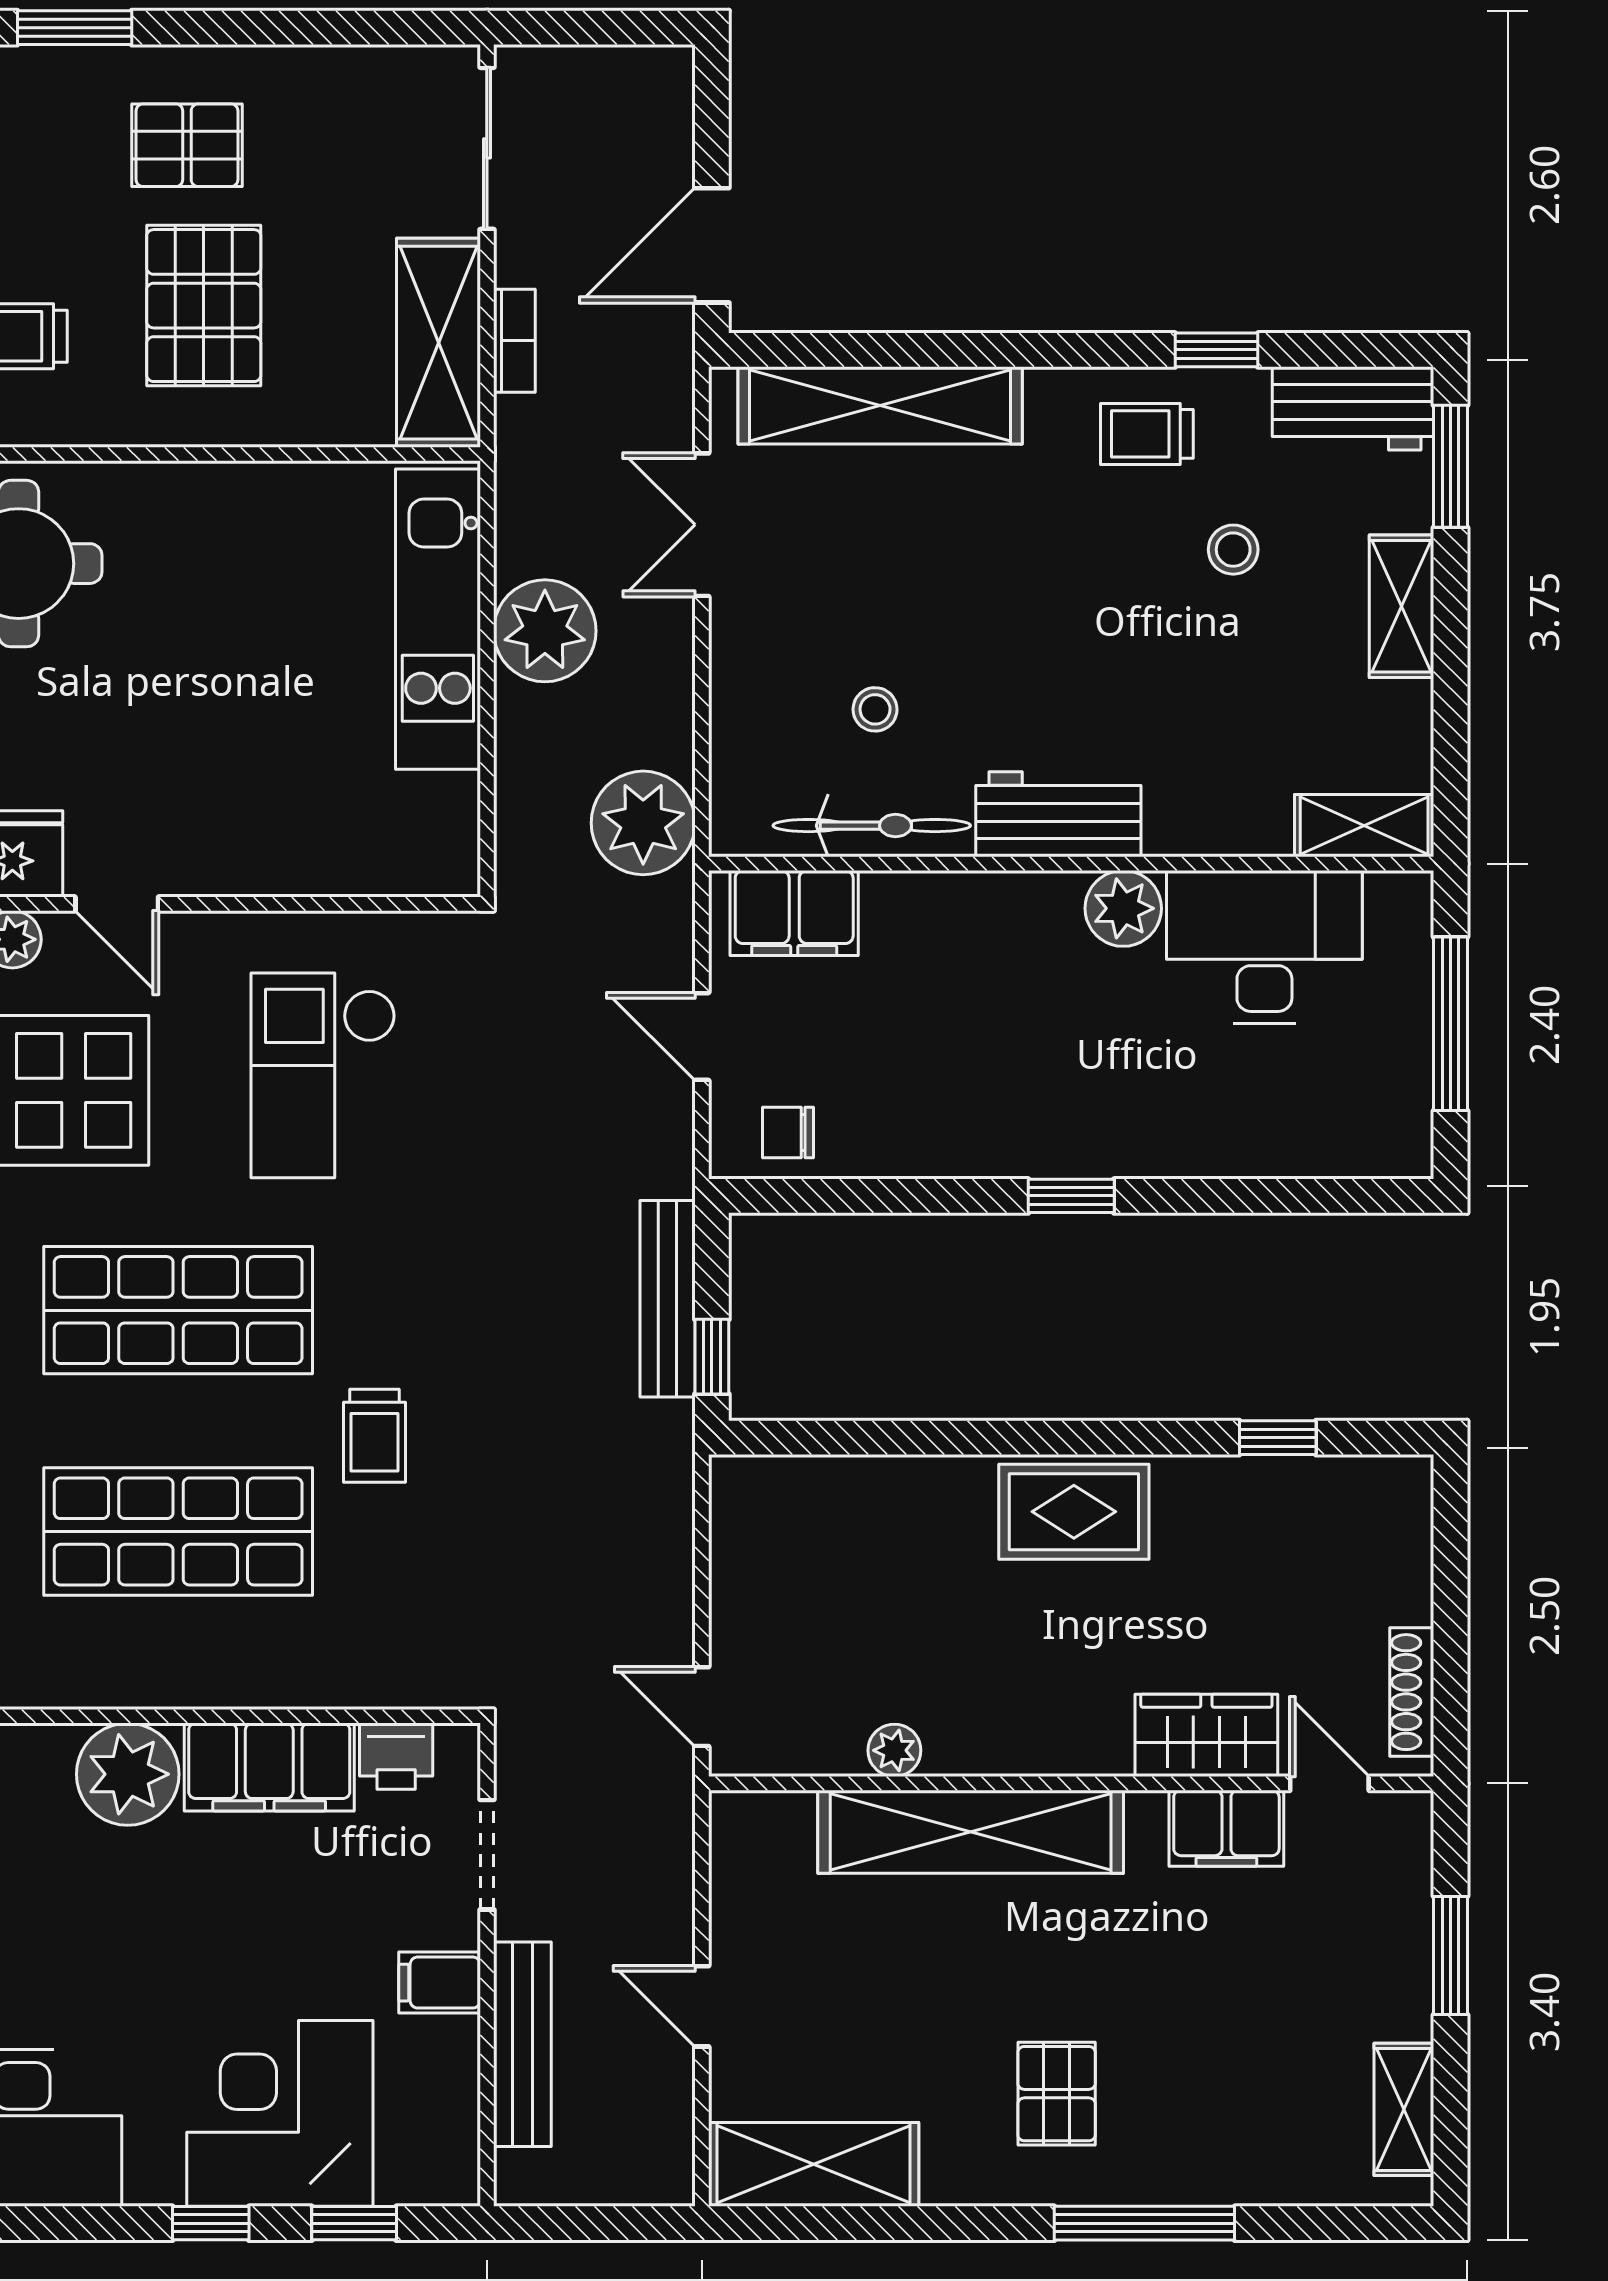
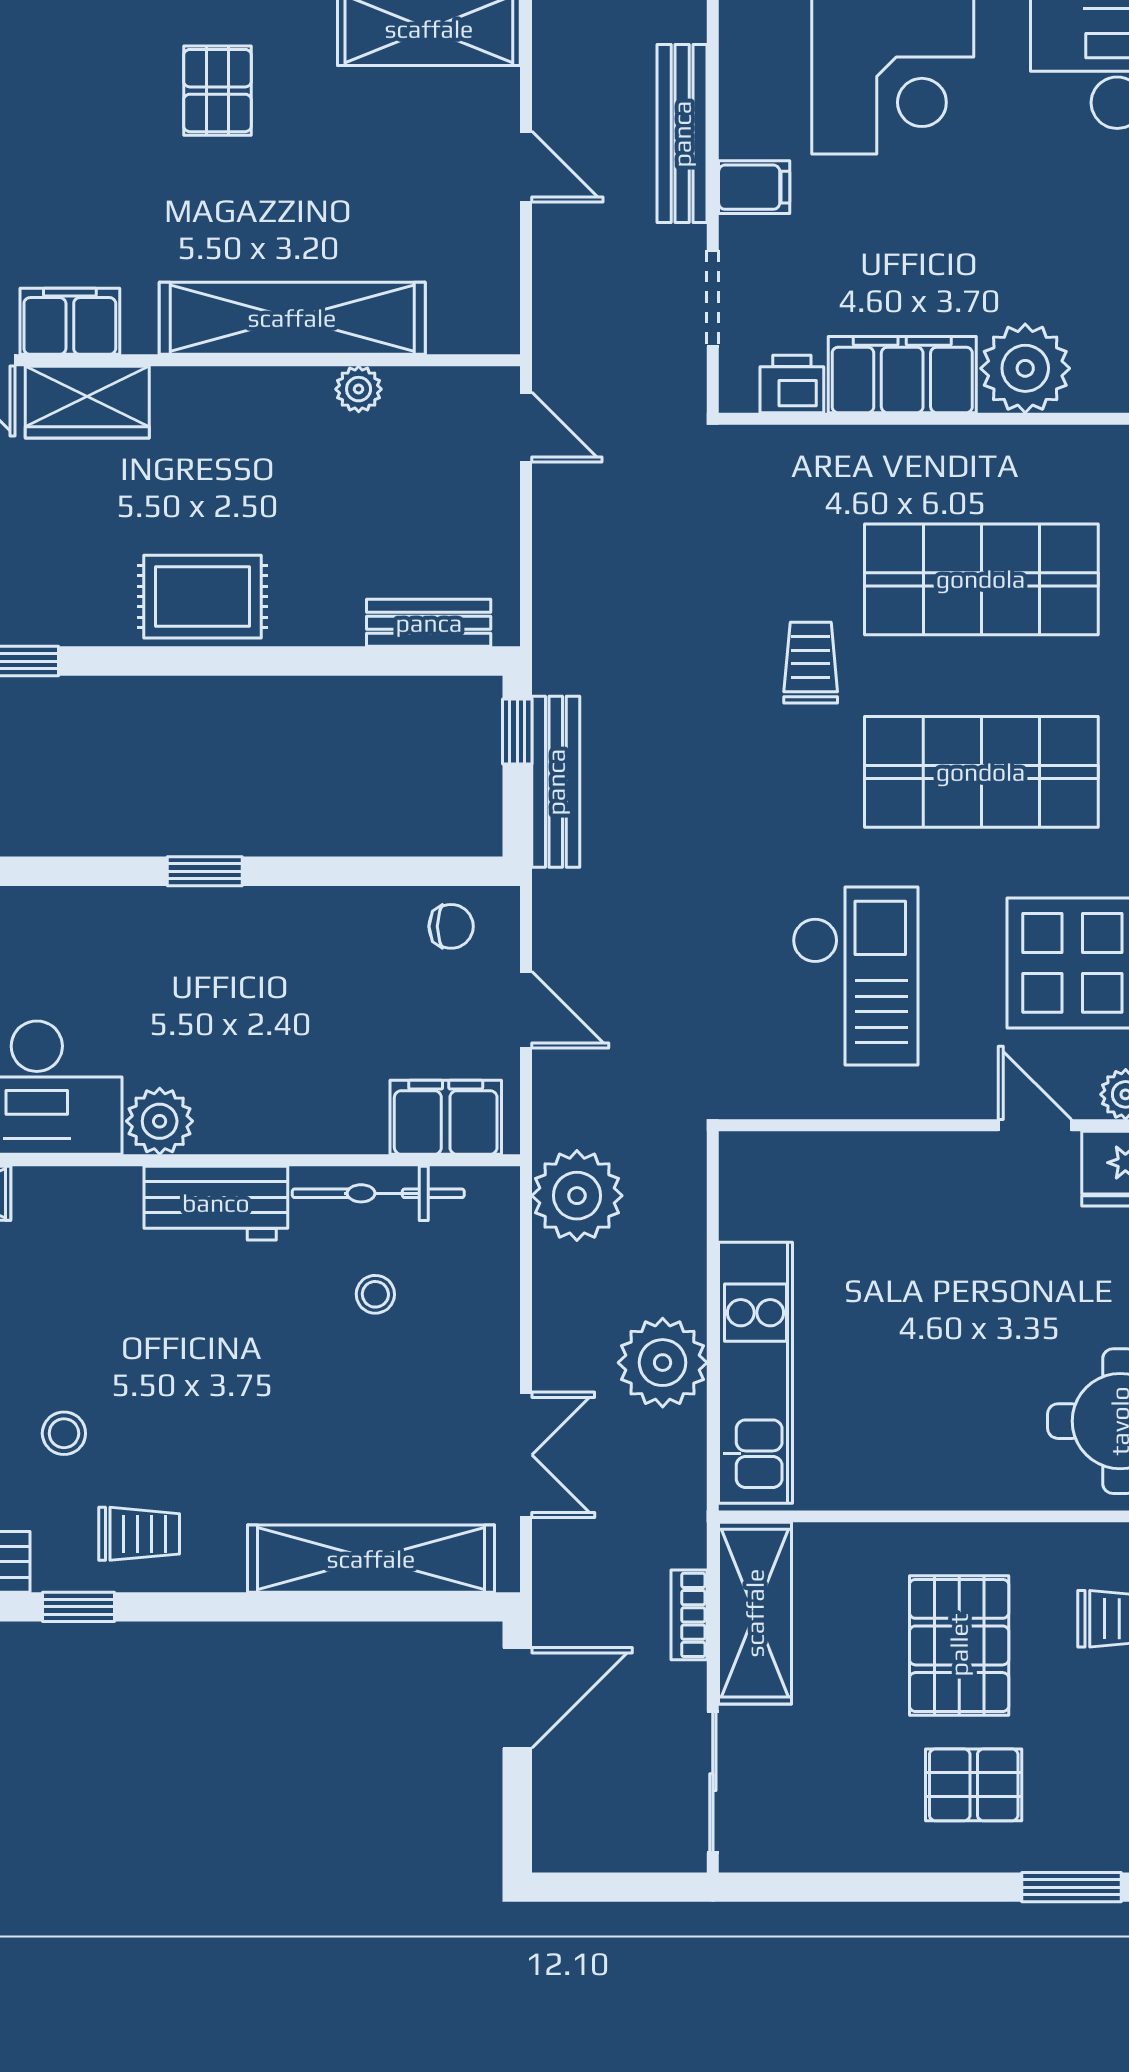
bench: (814, 1482) -> (429, 623), added

